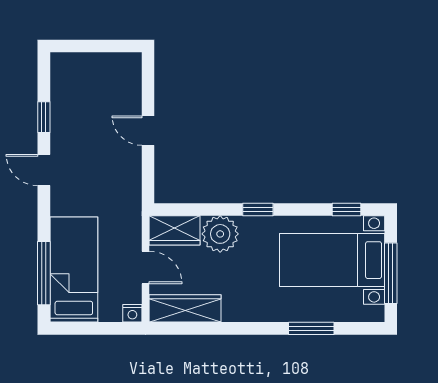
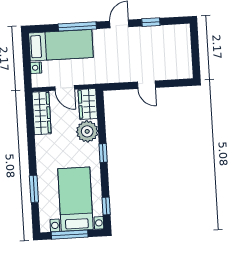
door: (148, 131) -> (146, 85), swing flipped
door: (146, 267) -> (65, 88), hinge flipped
window: (44, 273) -> (77, 26), moved
nightstand: (132, 313) -> (36, 68), moved

